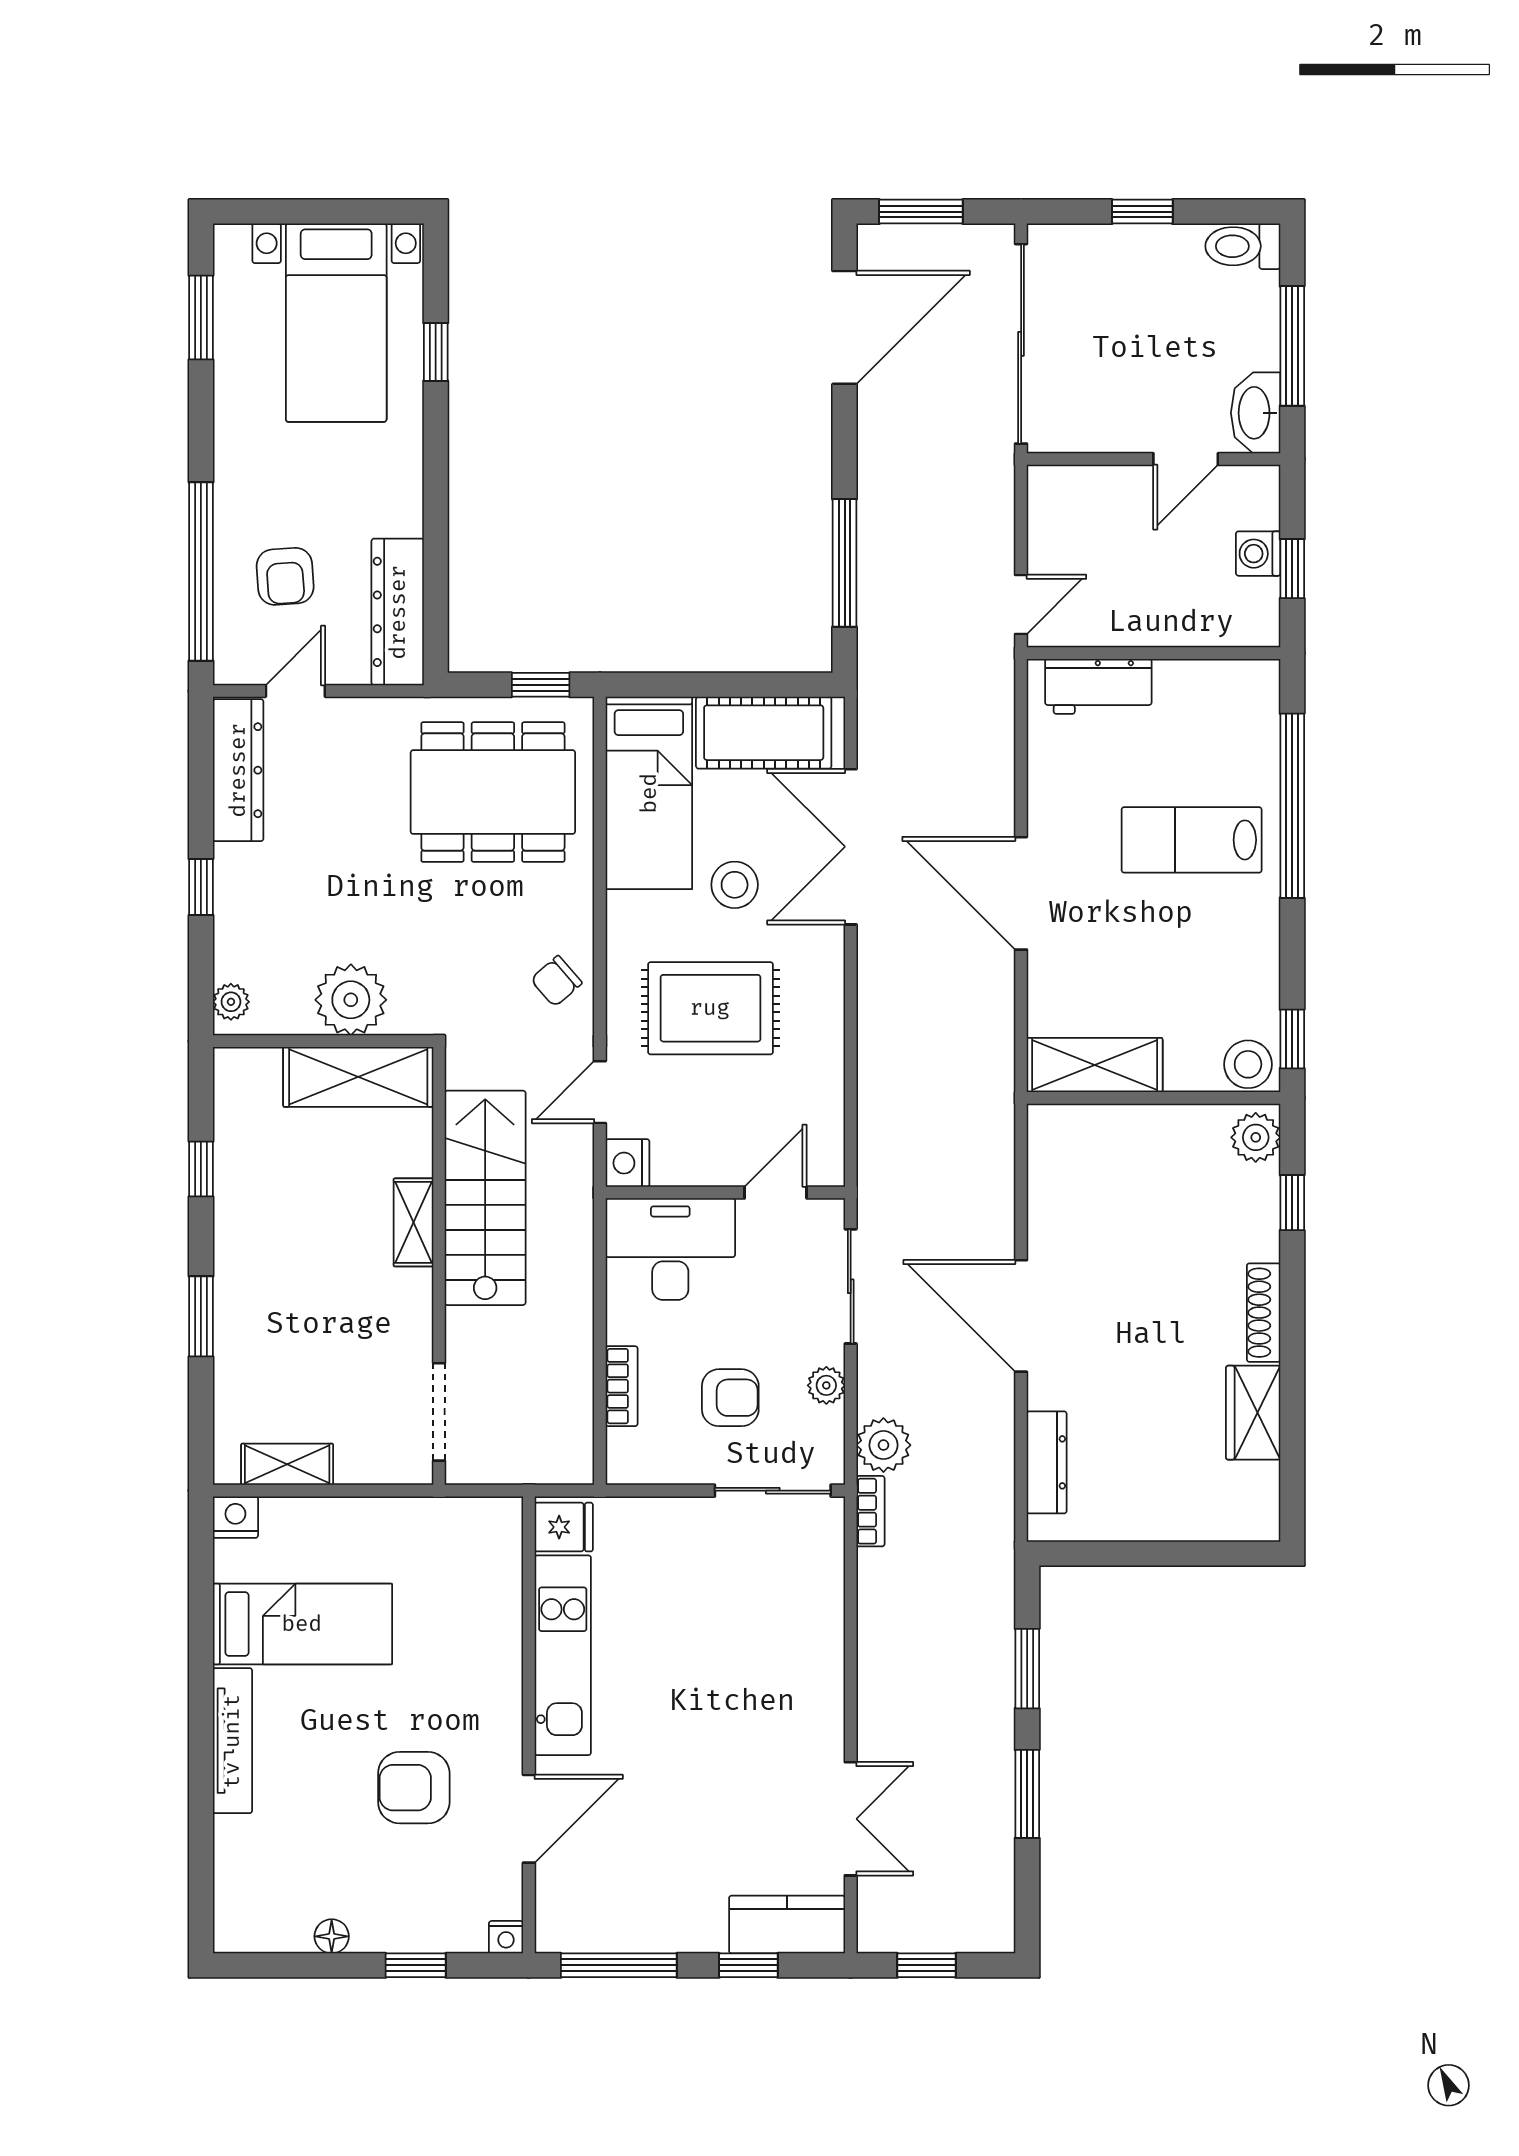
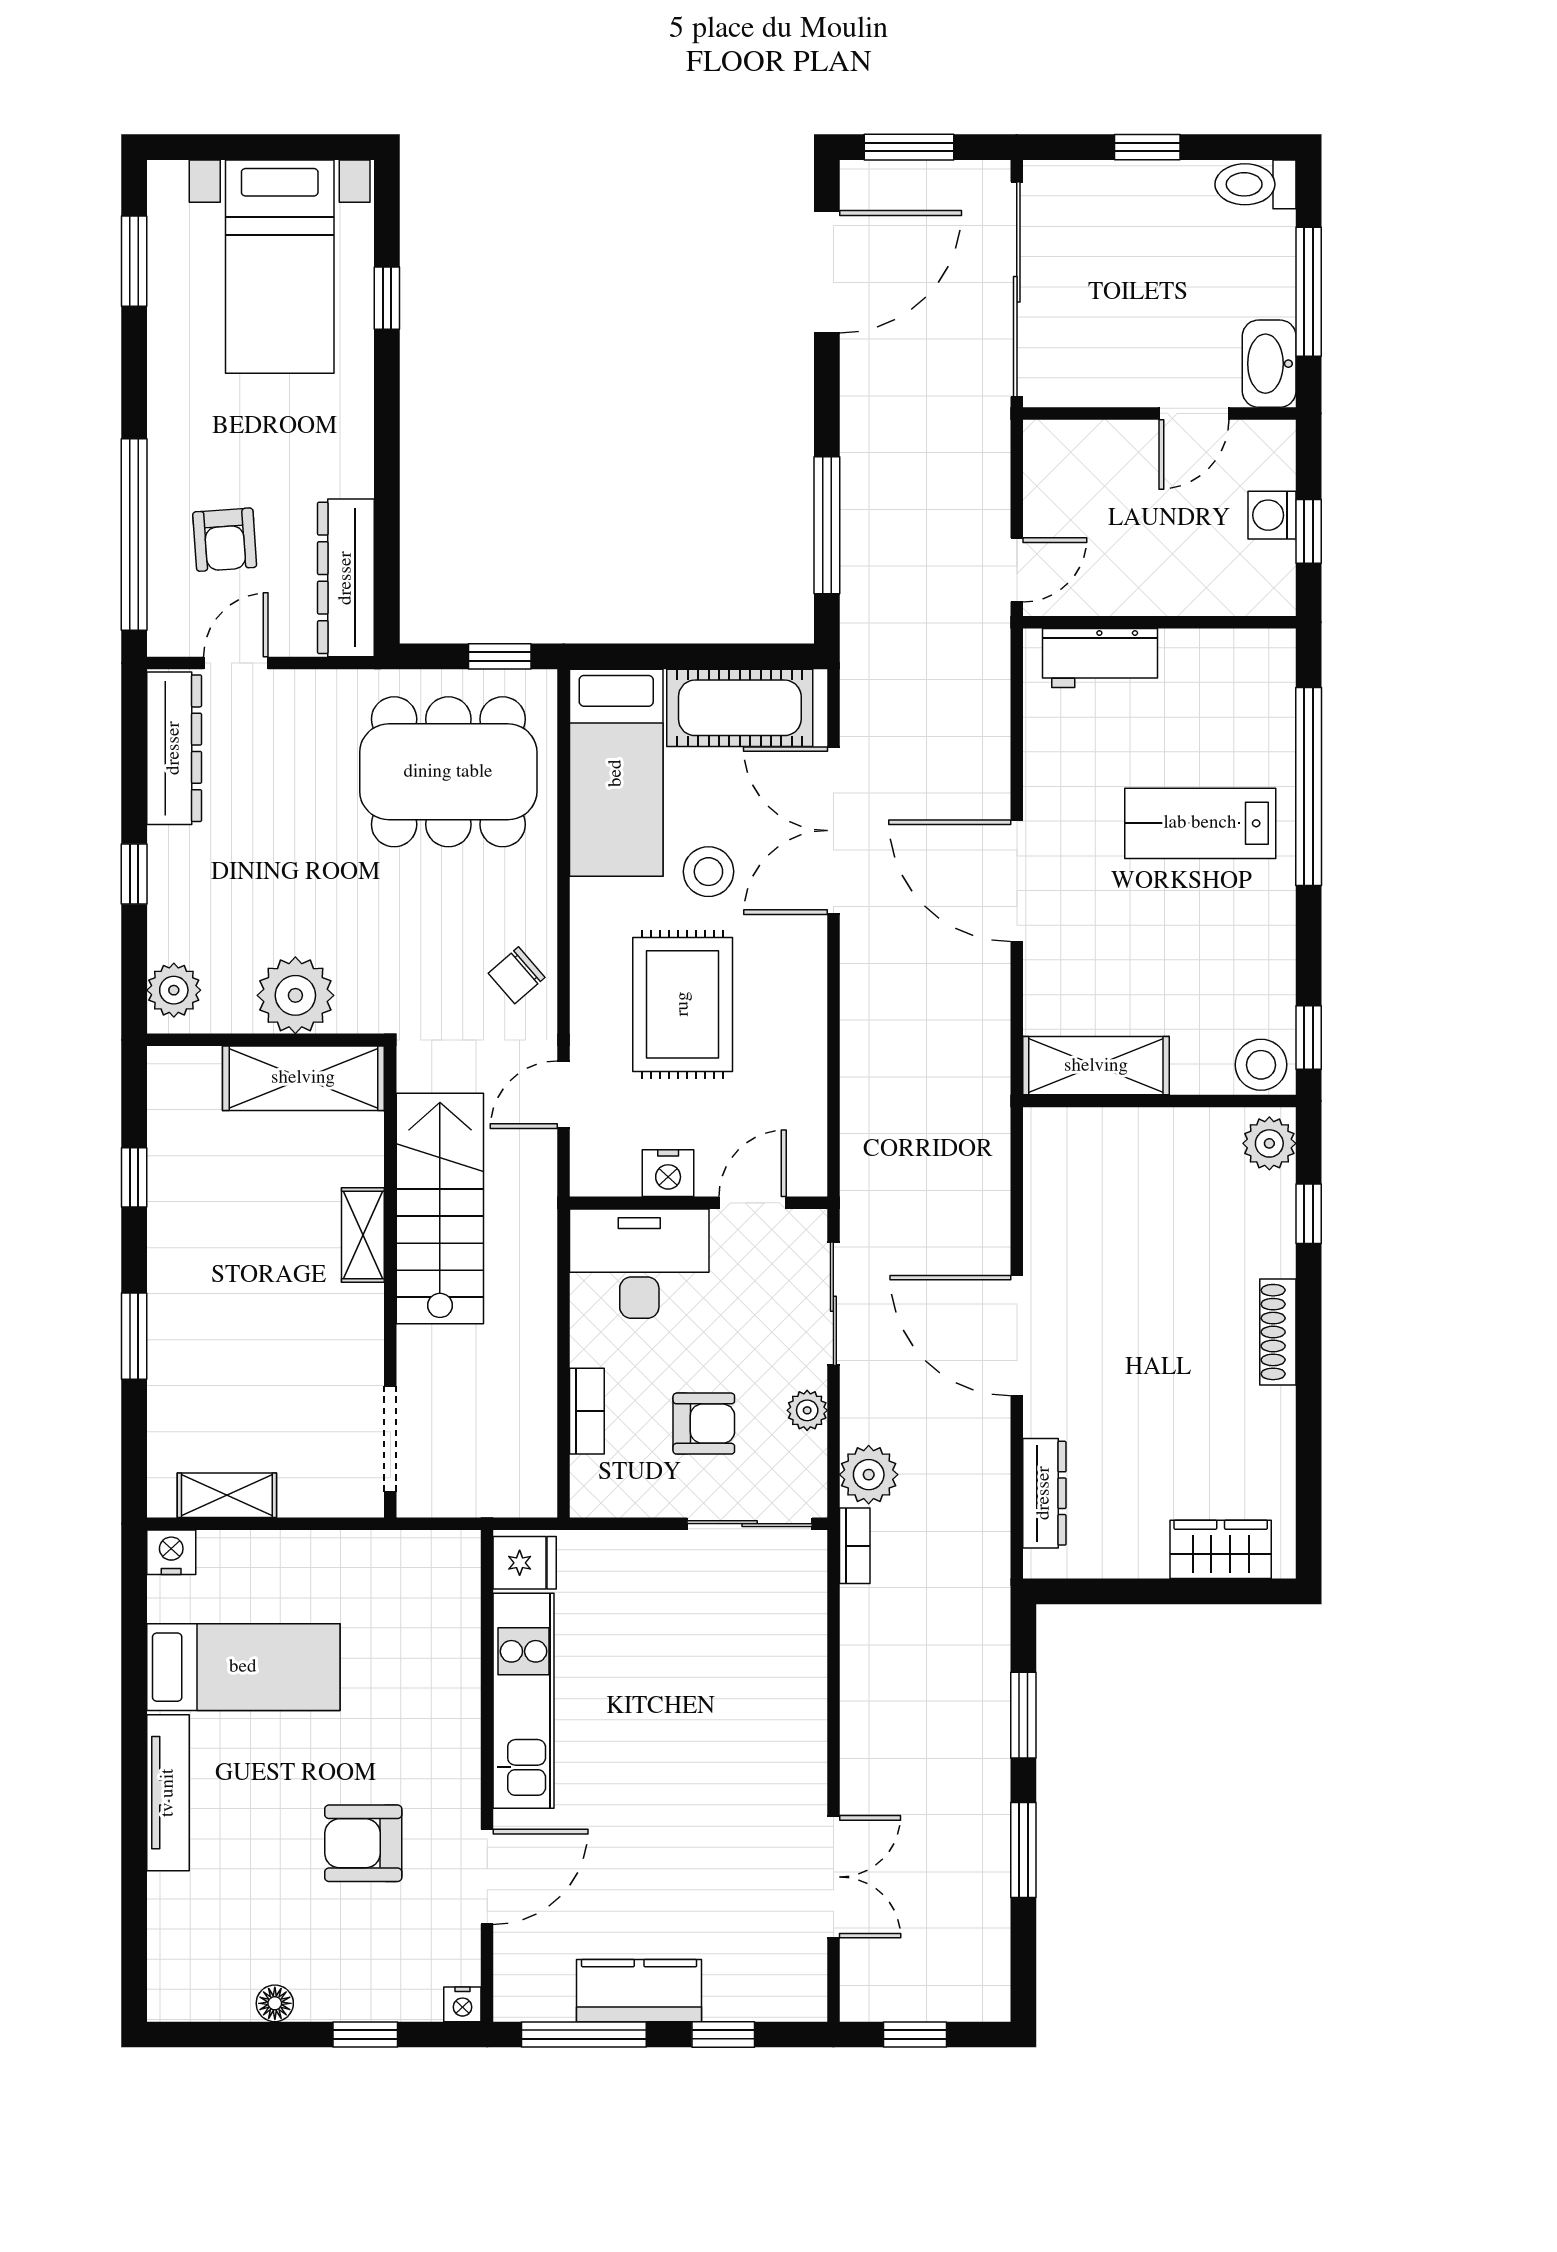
plant: (231, 1002) -> (174, 990), width x1.38, depth x1.38
rug: (710, 1008) -> (683, 1004), turned 90
nightstand: (627, 1163) -> (668, 1173), moved, turned -90
wardrobe: (1253, 1413) -> (1221, 1549), moved, turned 90
kitchen counter: (787, 1924) -> (639, 1991), moved

